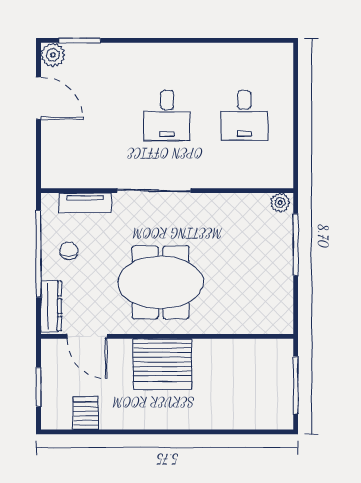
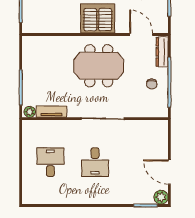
desk: (167, 116) -> (95, 162), turned 180
tv unit: (85, 203) -> (51, 112), moved

